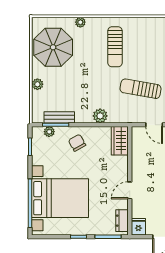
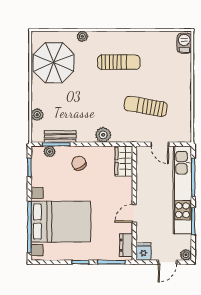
sun lounger: (115, 47) -> (119, 62), turned -90
plant: (37, 84) -> (37, 115), moved

